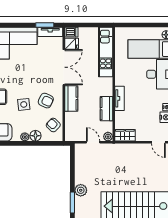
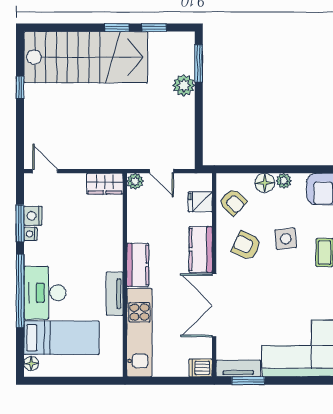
fridge: (72, 44) -> (200, 202), moved
tv unit: (119, 98) -> (115, 294), moved
kitchen counter: (107, 109) -> (138, 265), moved

